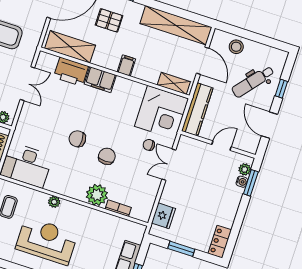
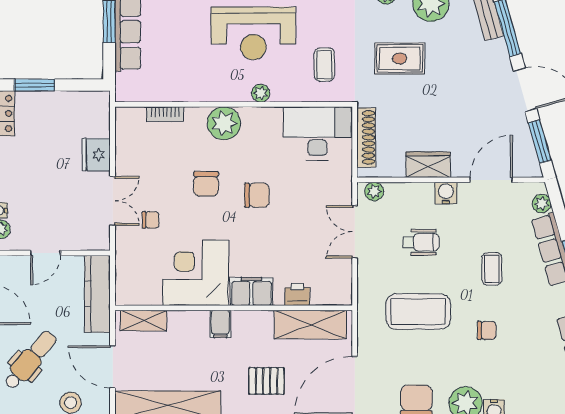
printer: (71, 72) -> (297, 294), width x0.53, depth x0.68
double door: (27, 84) -> (355, 232), moved
corner desk: (162, 112) -> (196, 273), moved
plant: (97, 195) -> (224, 123), moved
fridge: (164, 216) -> (96, 155), moved
window: (181, 249) -> (35, 85), moved

